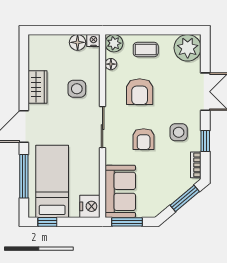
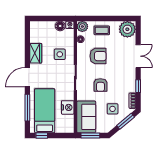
armchair: (140, 92) -> (98, 56), turned -90
side table: (179, 132) -> (113, 109), moved
nightstand: (90, 206) -> (68, 107), moved

